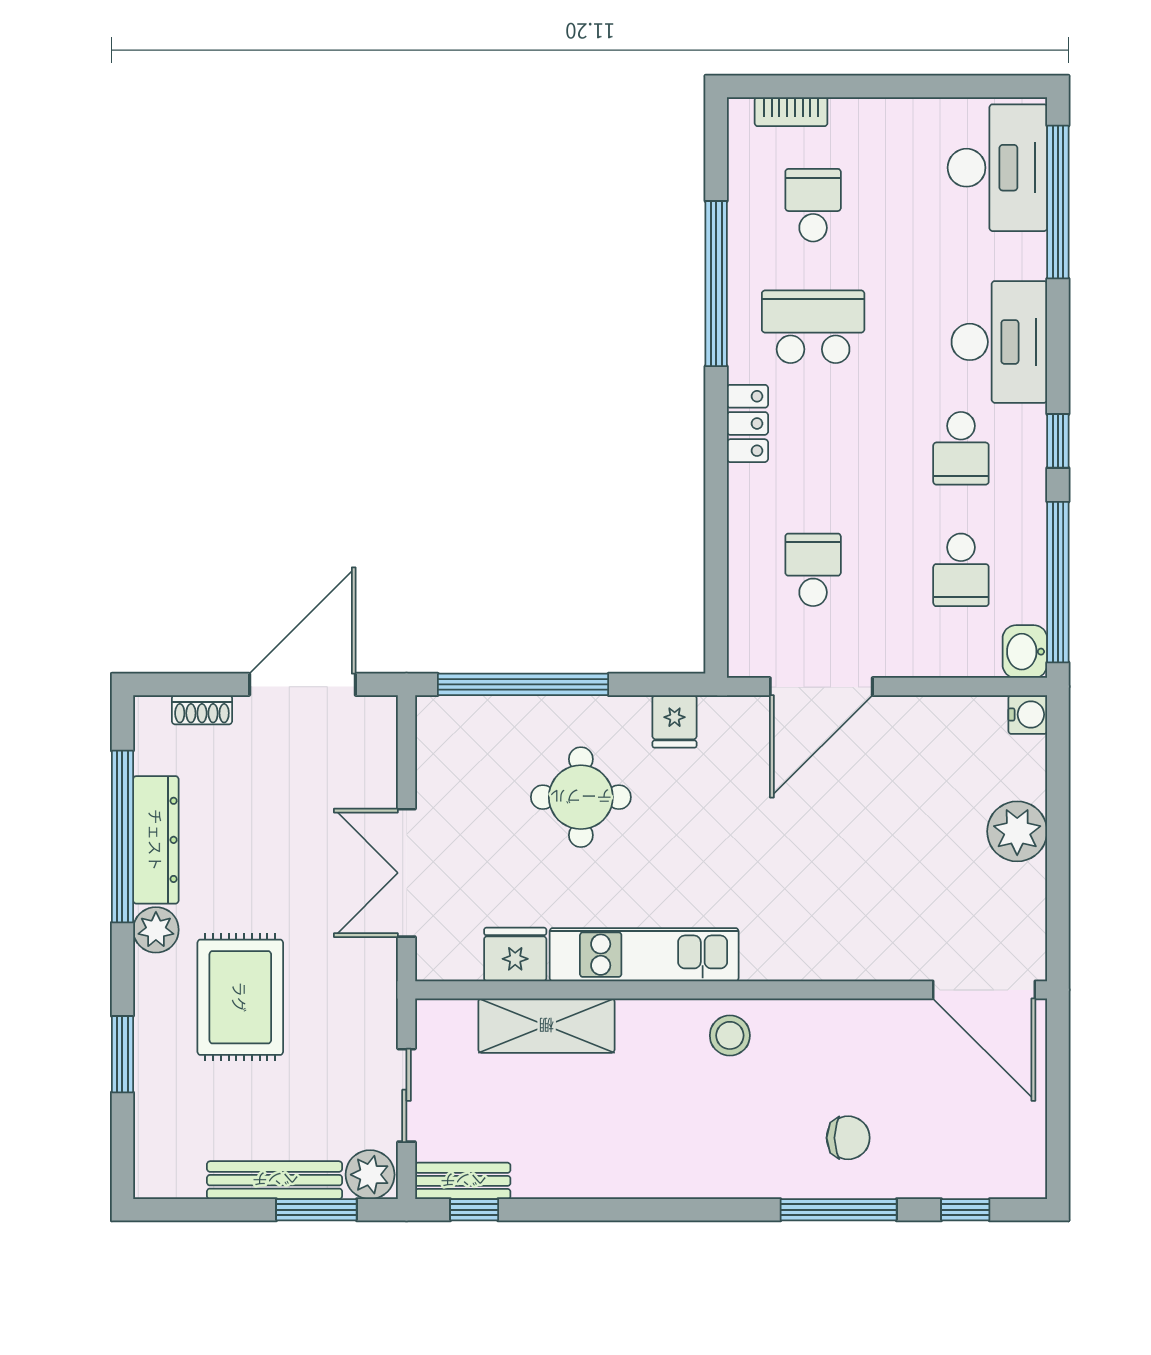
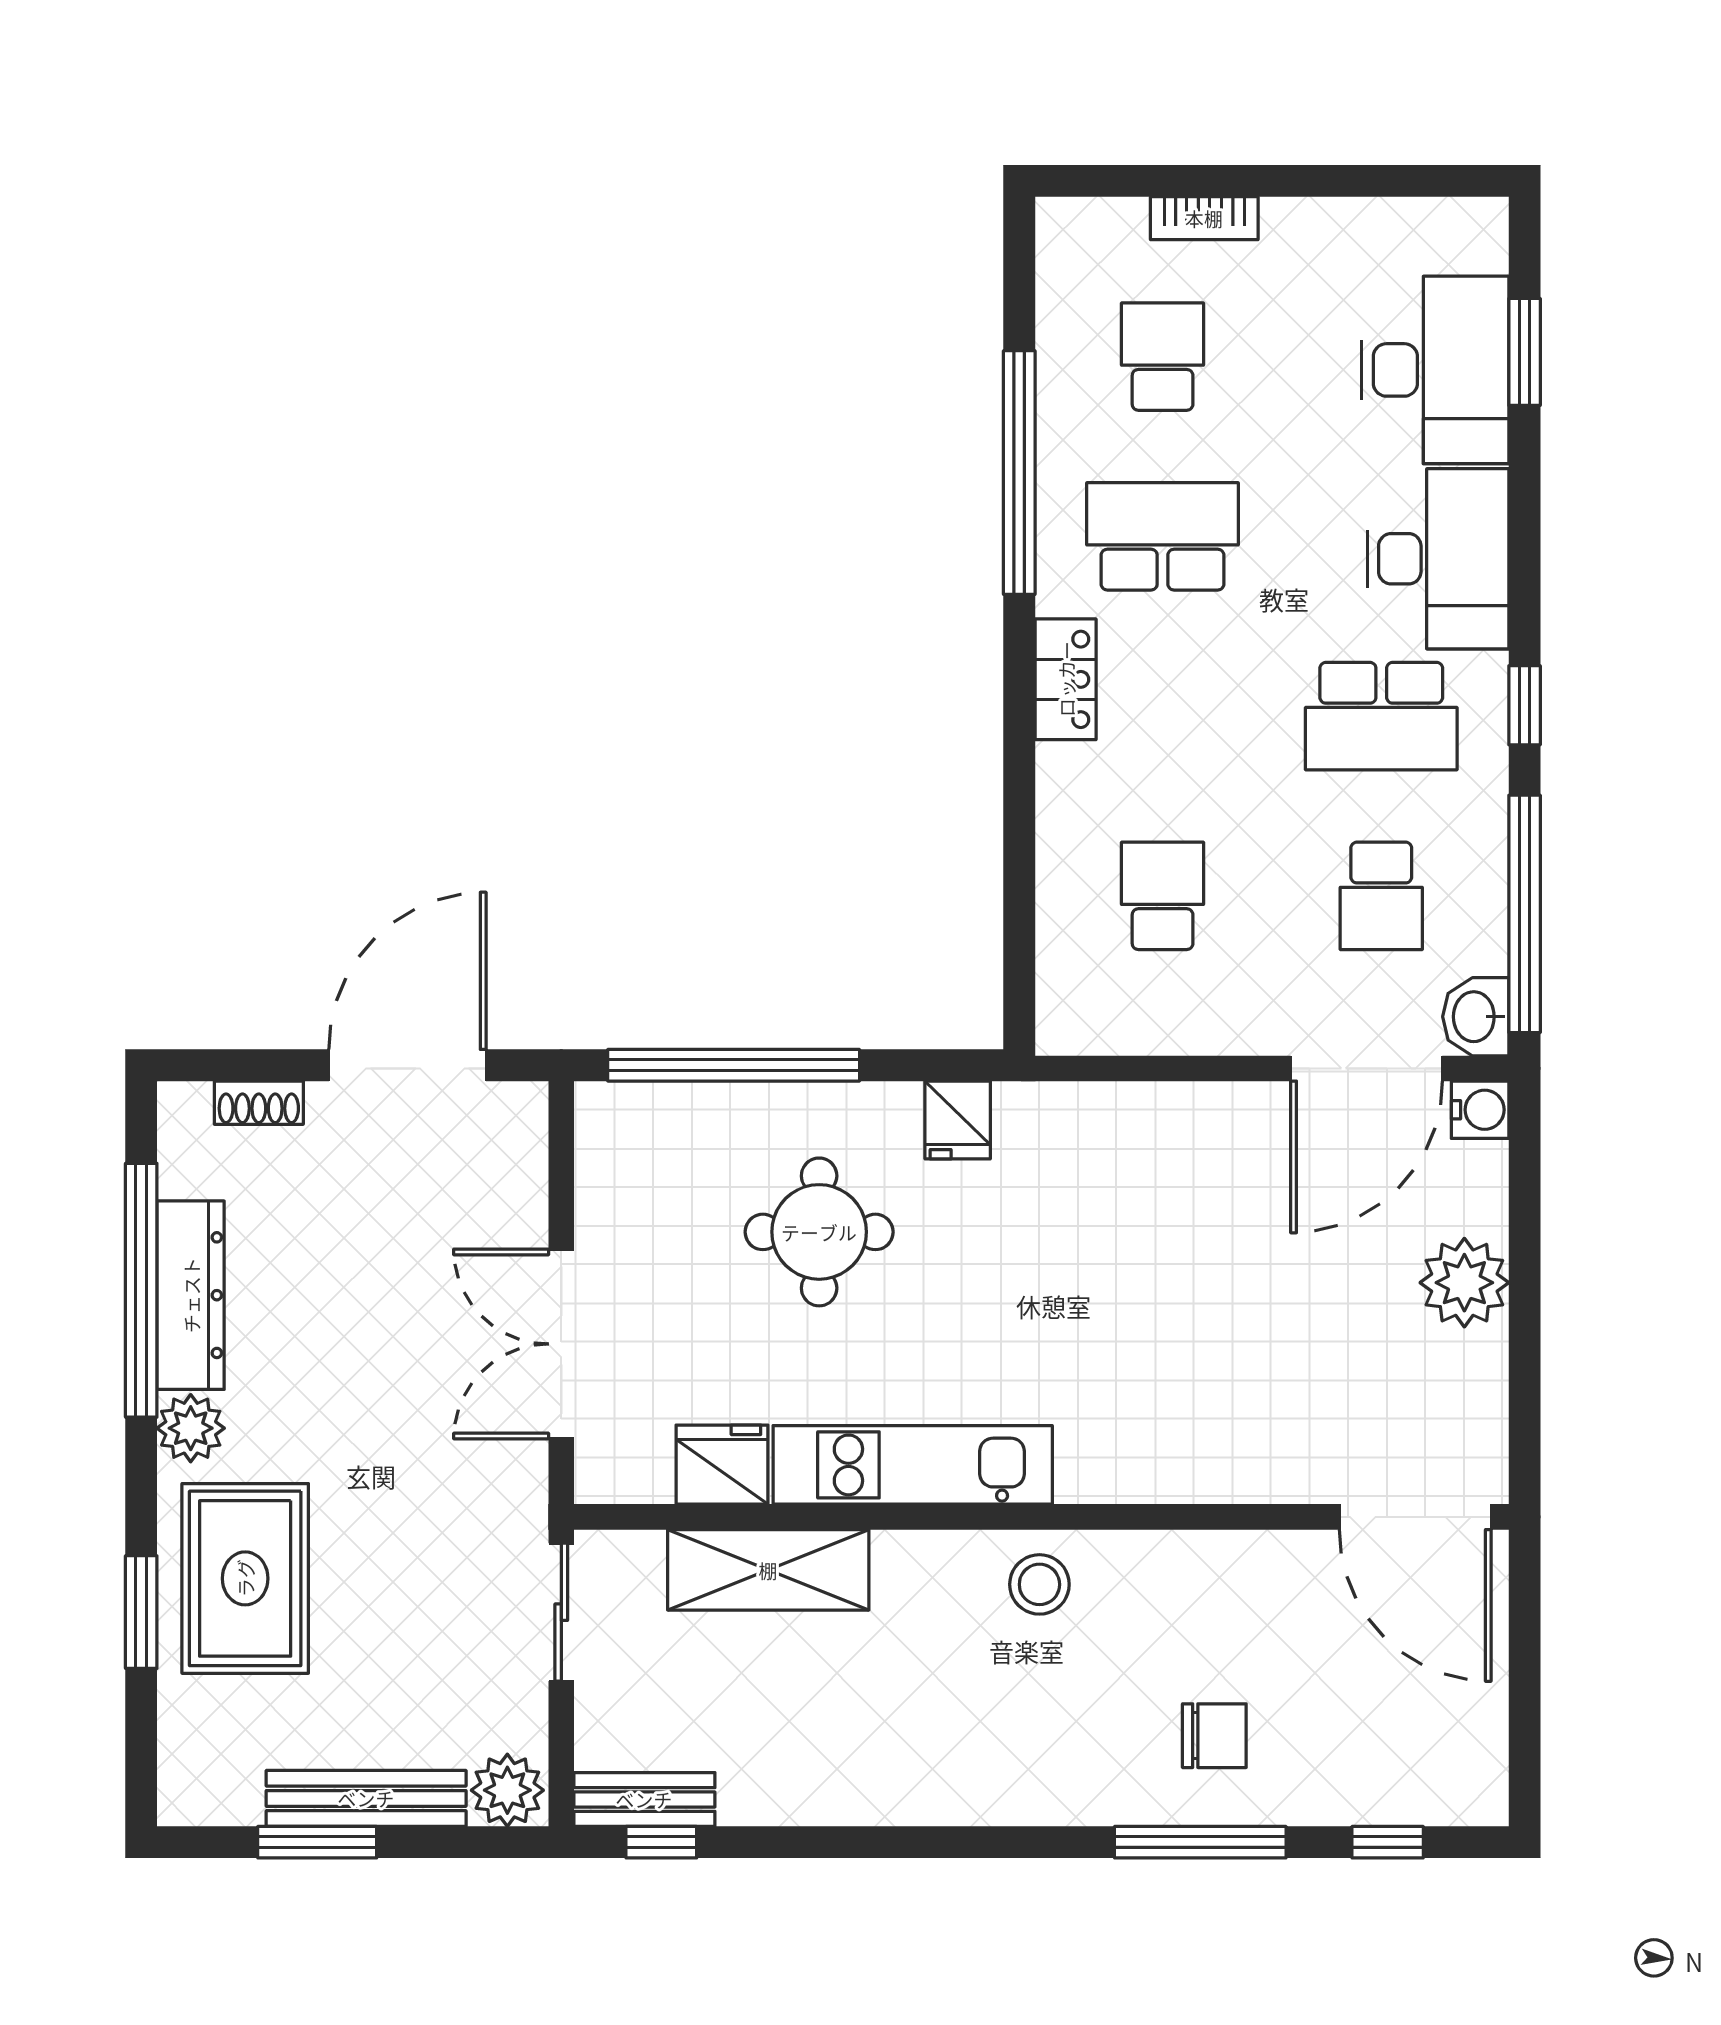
bookcase: (791, 112) -> (1204, 218), moved
desk: (997, 168) -> (1435, 370), moved
window: (1058, 202) -> (1525, 352), width x0.47
school desk: (961, 448) -> (1381, 716), width x1.85
door: (821, 687) -> (1367, 1068), moved
rug: (240, 997) -> (245, 1578), moved
sliding door: (406, 1095) -> (561, 1612), moved
window: (316, 1210) -> (317, 1842), moved

